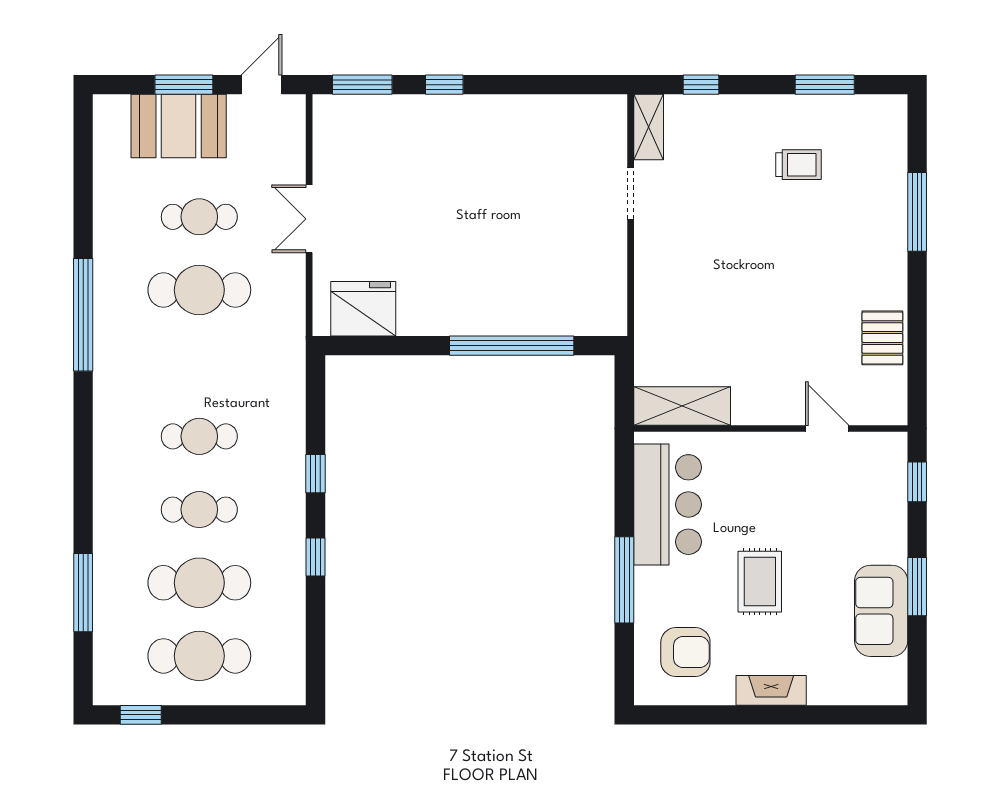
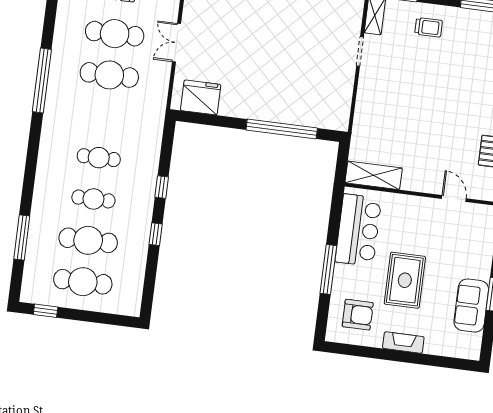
trolley: (799, 165) -> (429, 27), moved
cafe table: (199, 217) -> (115, 34), width x1.37, depth x1.35
rug: (760, 582) -> (405, 280), width x1.36, depth x1.43

